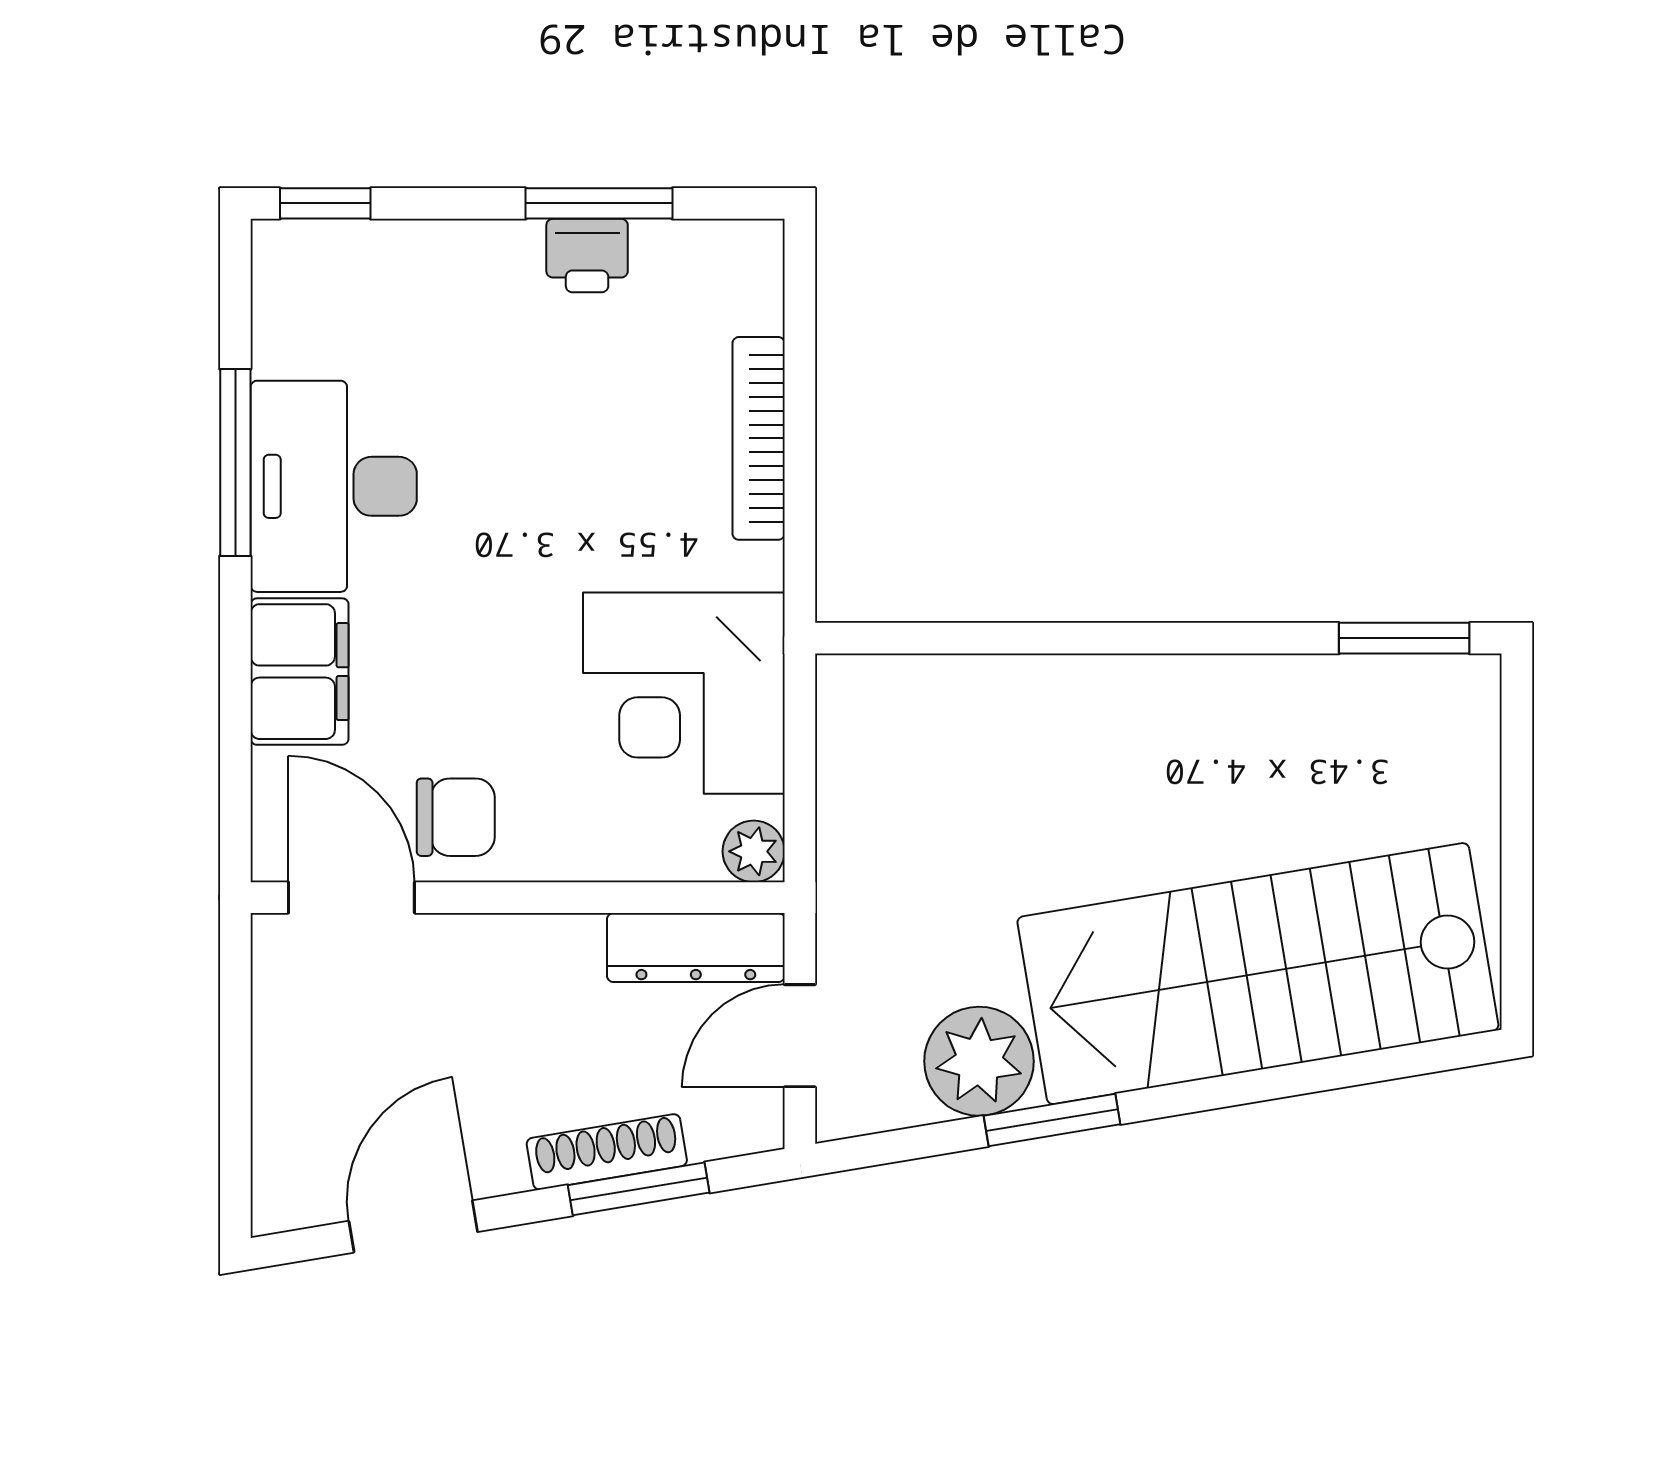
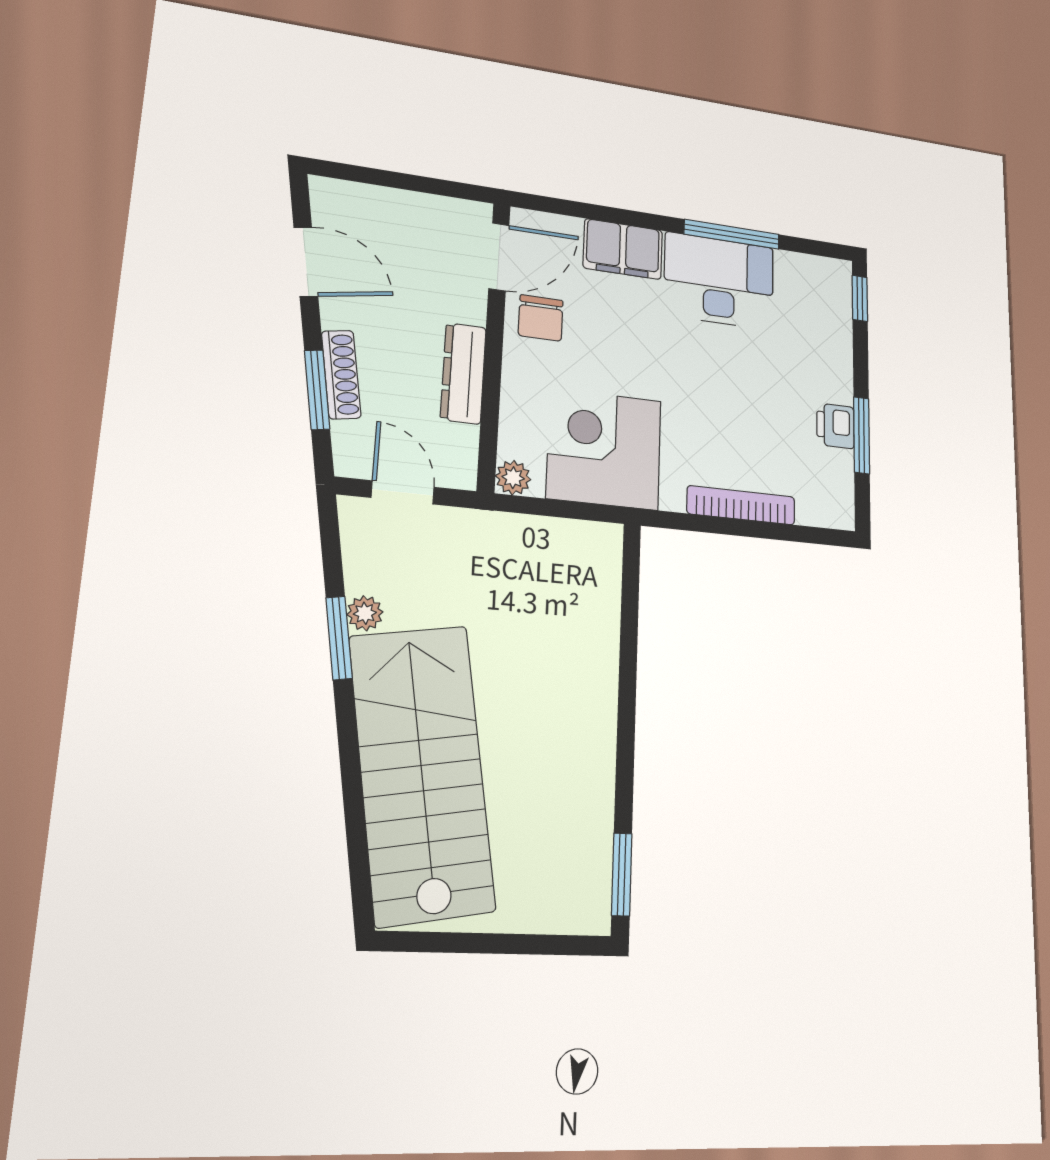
dresser: (696, 948) -> (463, 373), moved
plant: (979, 1061) -> (365, 613), width x0.53, depth x0.53

